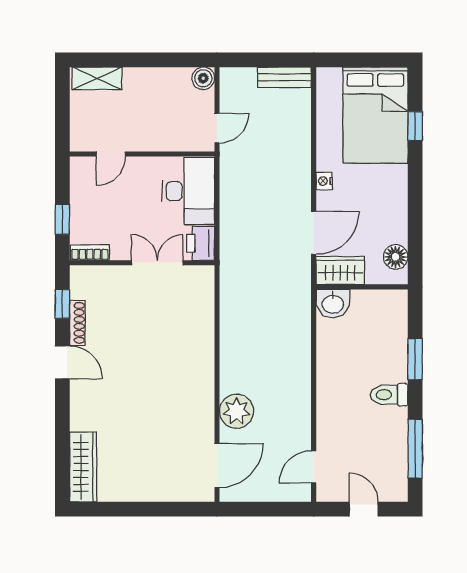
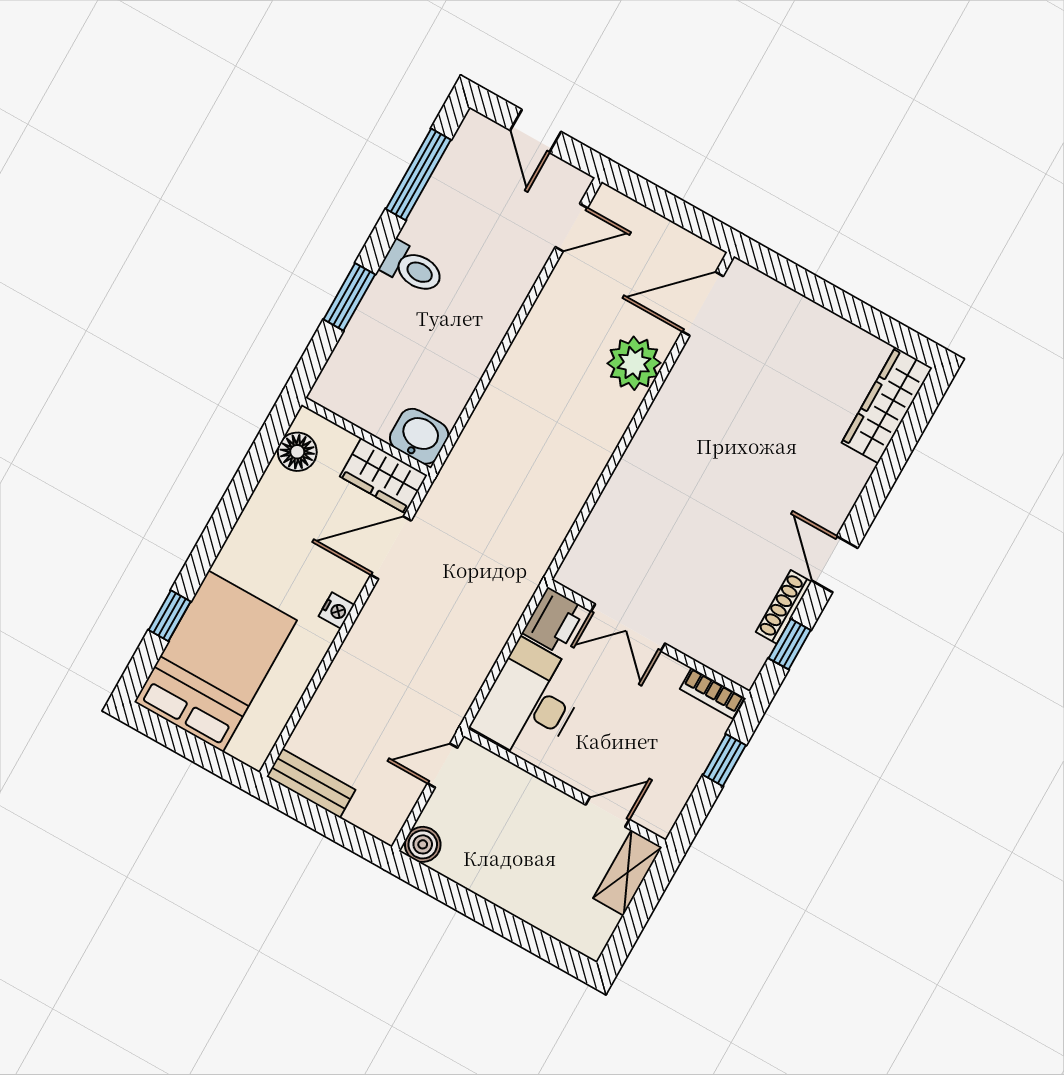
shelving: (97, 78) -> (628, 873), moved, turned 90

